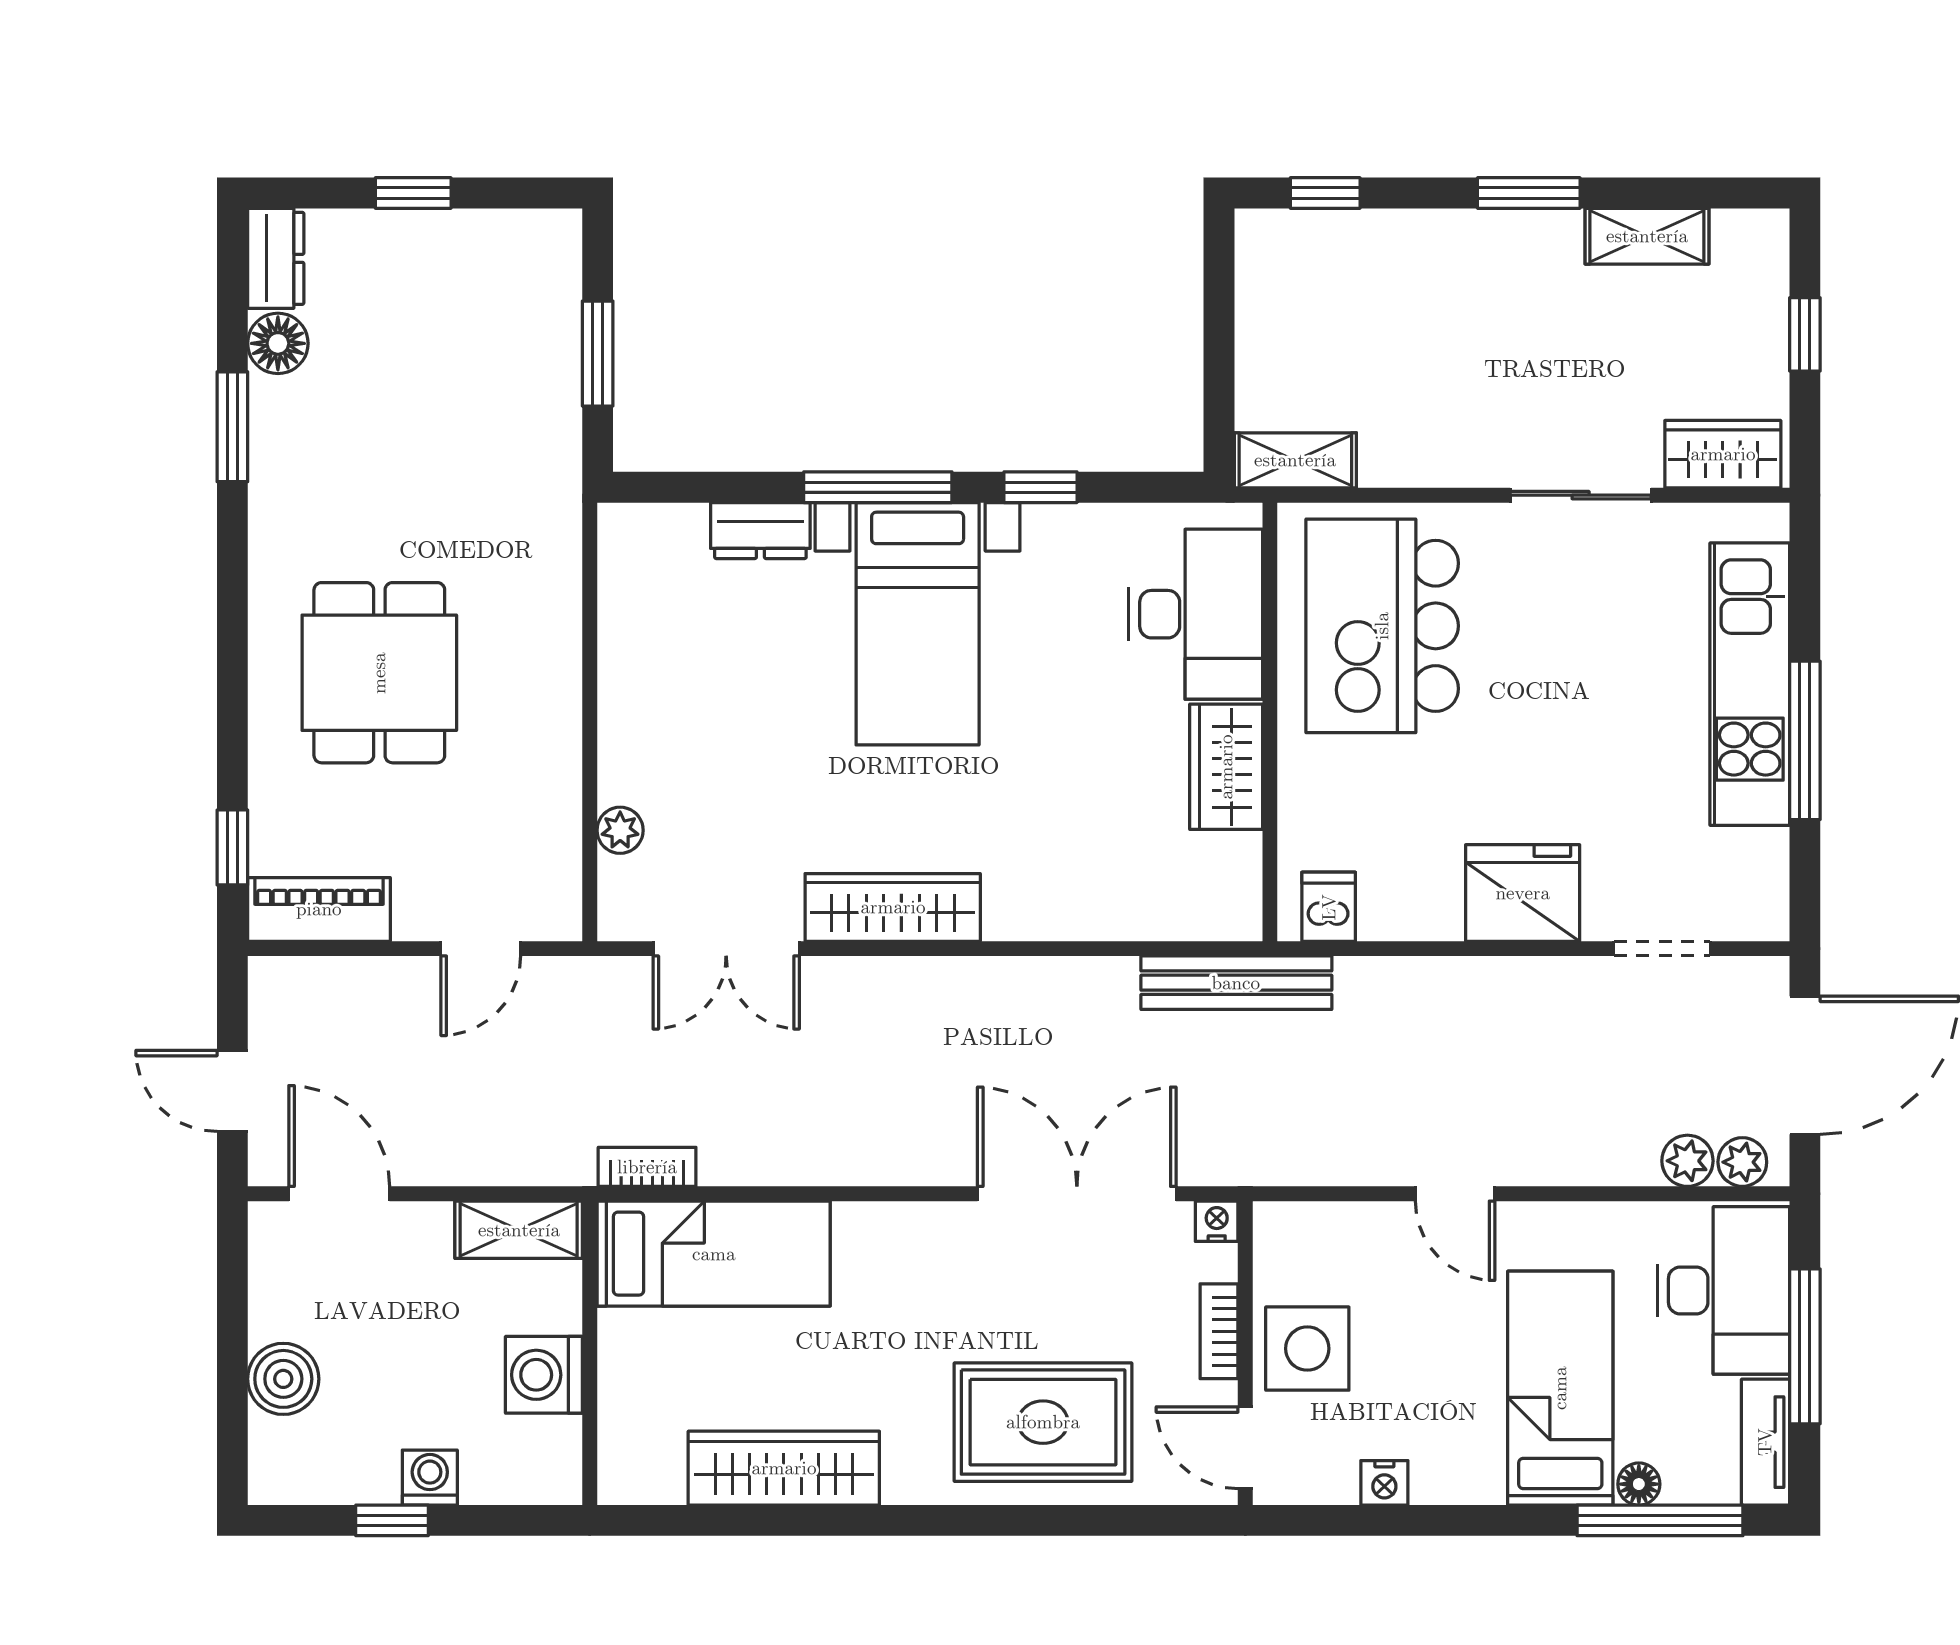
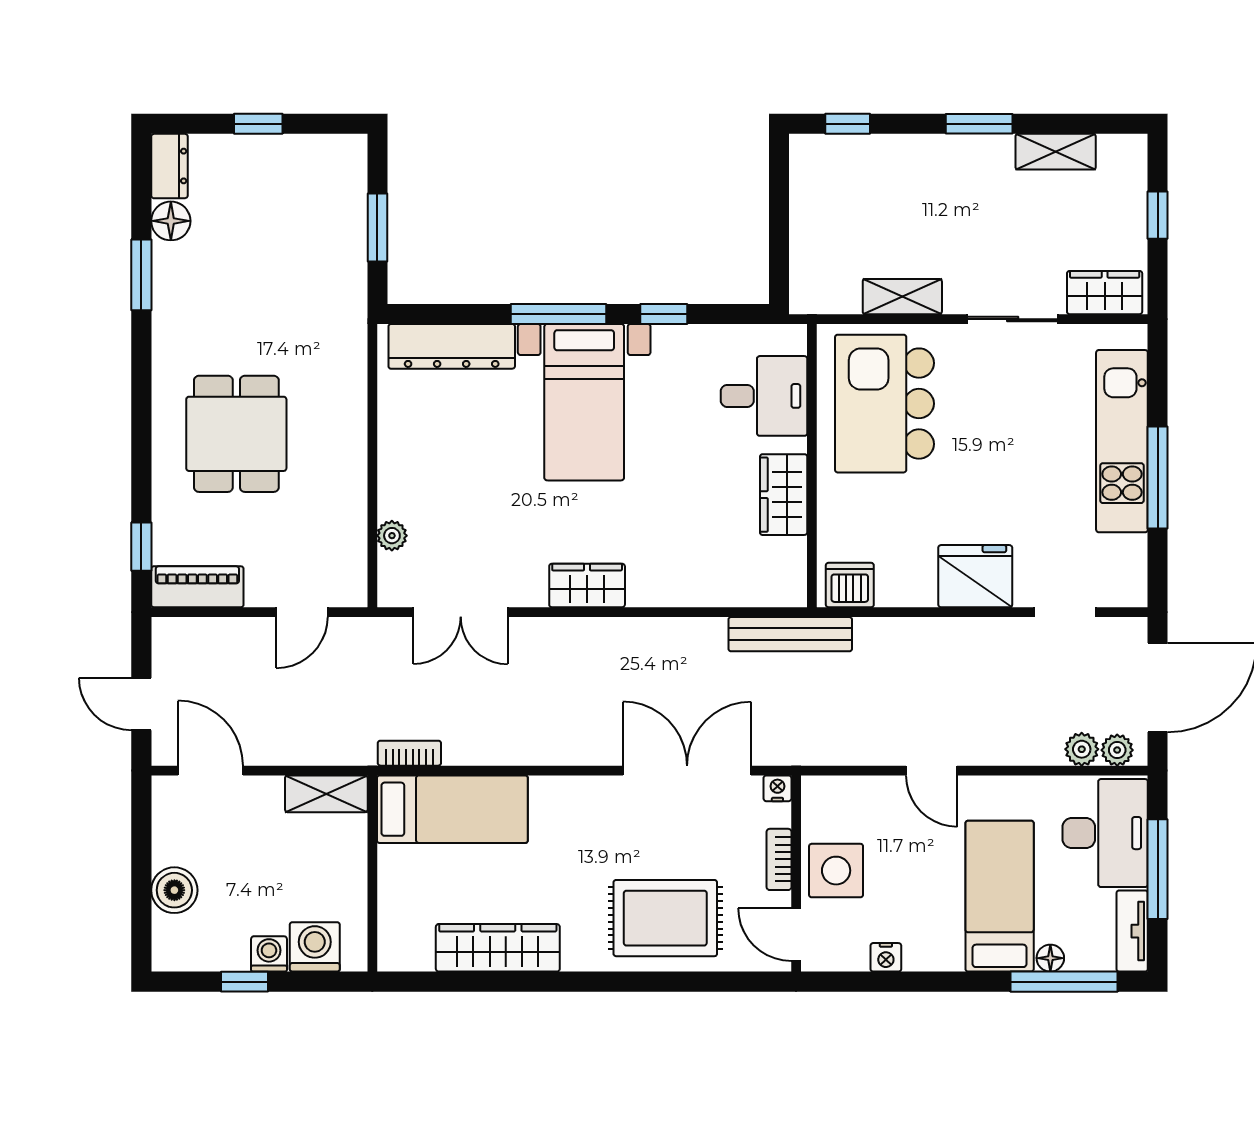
shelving: (1295, 460) -> (902, 297), moved
dresser: (760, 531) -> (452, 346), width x1.96, depth x1.24
desk: (1196, 614) -> (764, 396), width x0.73
wardrobe: (893, 907) -> (587, 585), width x0.67
dishwasher: (1329, 907) -> (850, 585), width x1.38
washing machine: (544, 1375) -> (315, 947), moved, turned 90

